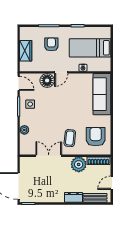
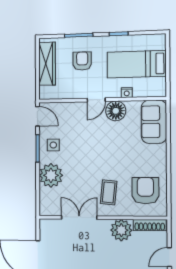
wardrobe: (26, 51) -> (47, 64), width x1.50
floor lamp: (47, 80) -> (116, 111), moved
sofa: (102, 94) -> (154, 122), width x0.73
plant: (24, 130) -> (51, 175), width x1.87, depth x1.87

